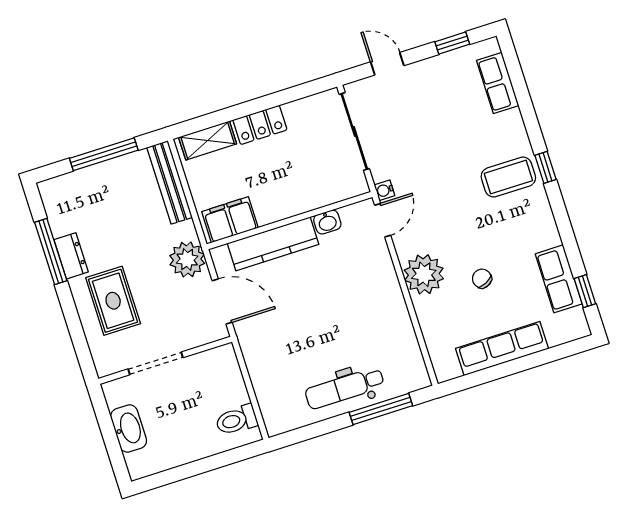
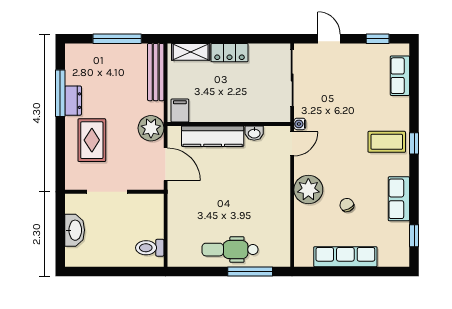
filing cabinet: (230, 220) -> (180, 110), width x0.50
row of seats: (559, 279) -> (399, 199), moved

